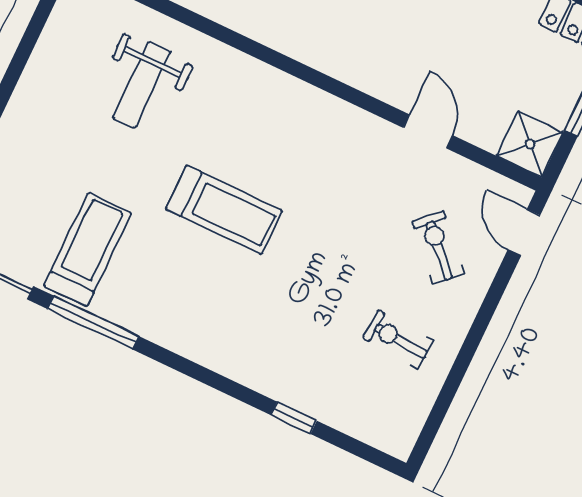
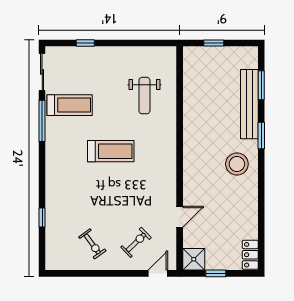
weight bench: (142, 85) -> (144, 96), turned -90
treadmill: (224, 210) -> (111, 151), turned -90
exercise bike: (398, 339) -> (92, 244), turned 140

